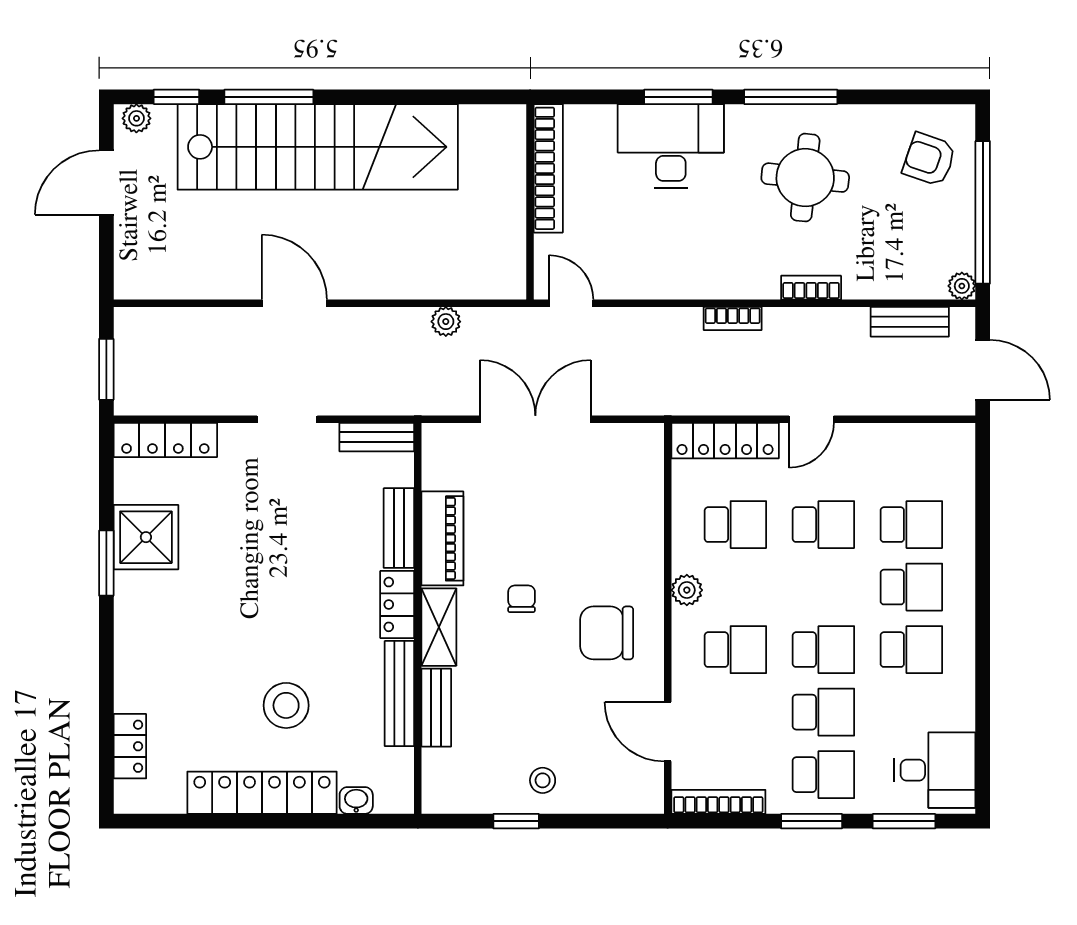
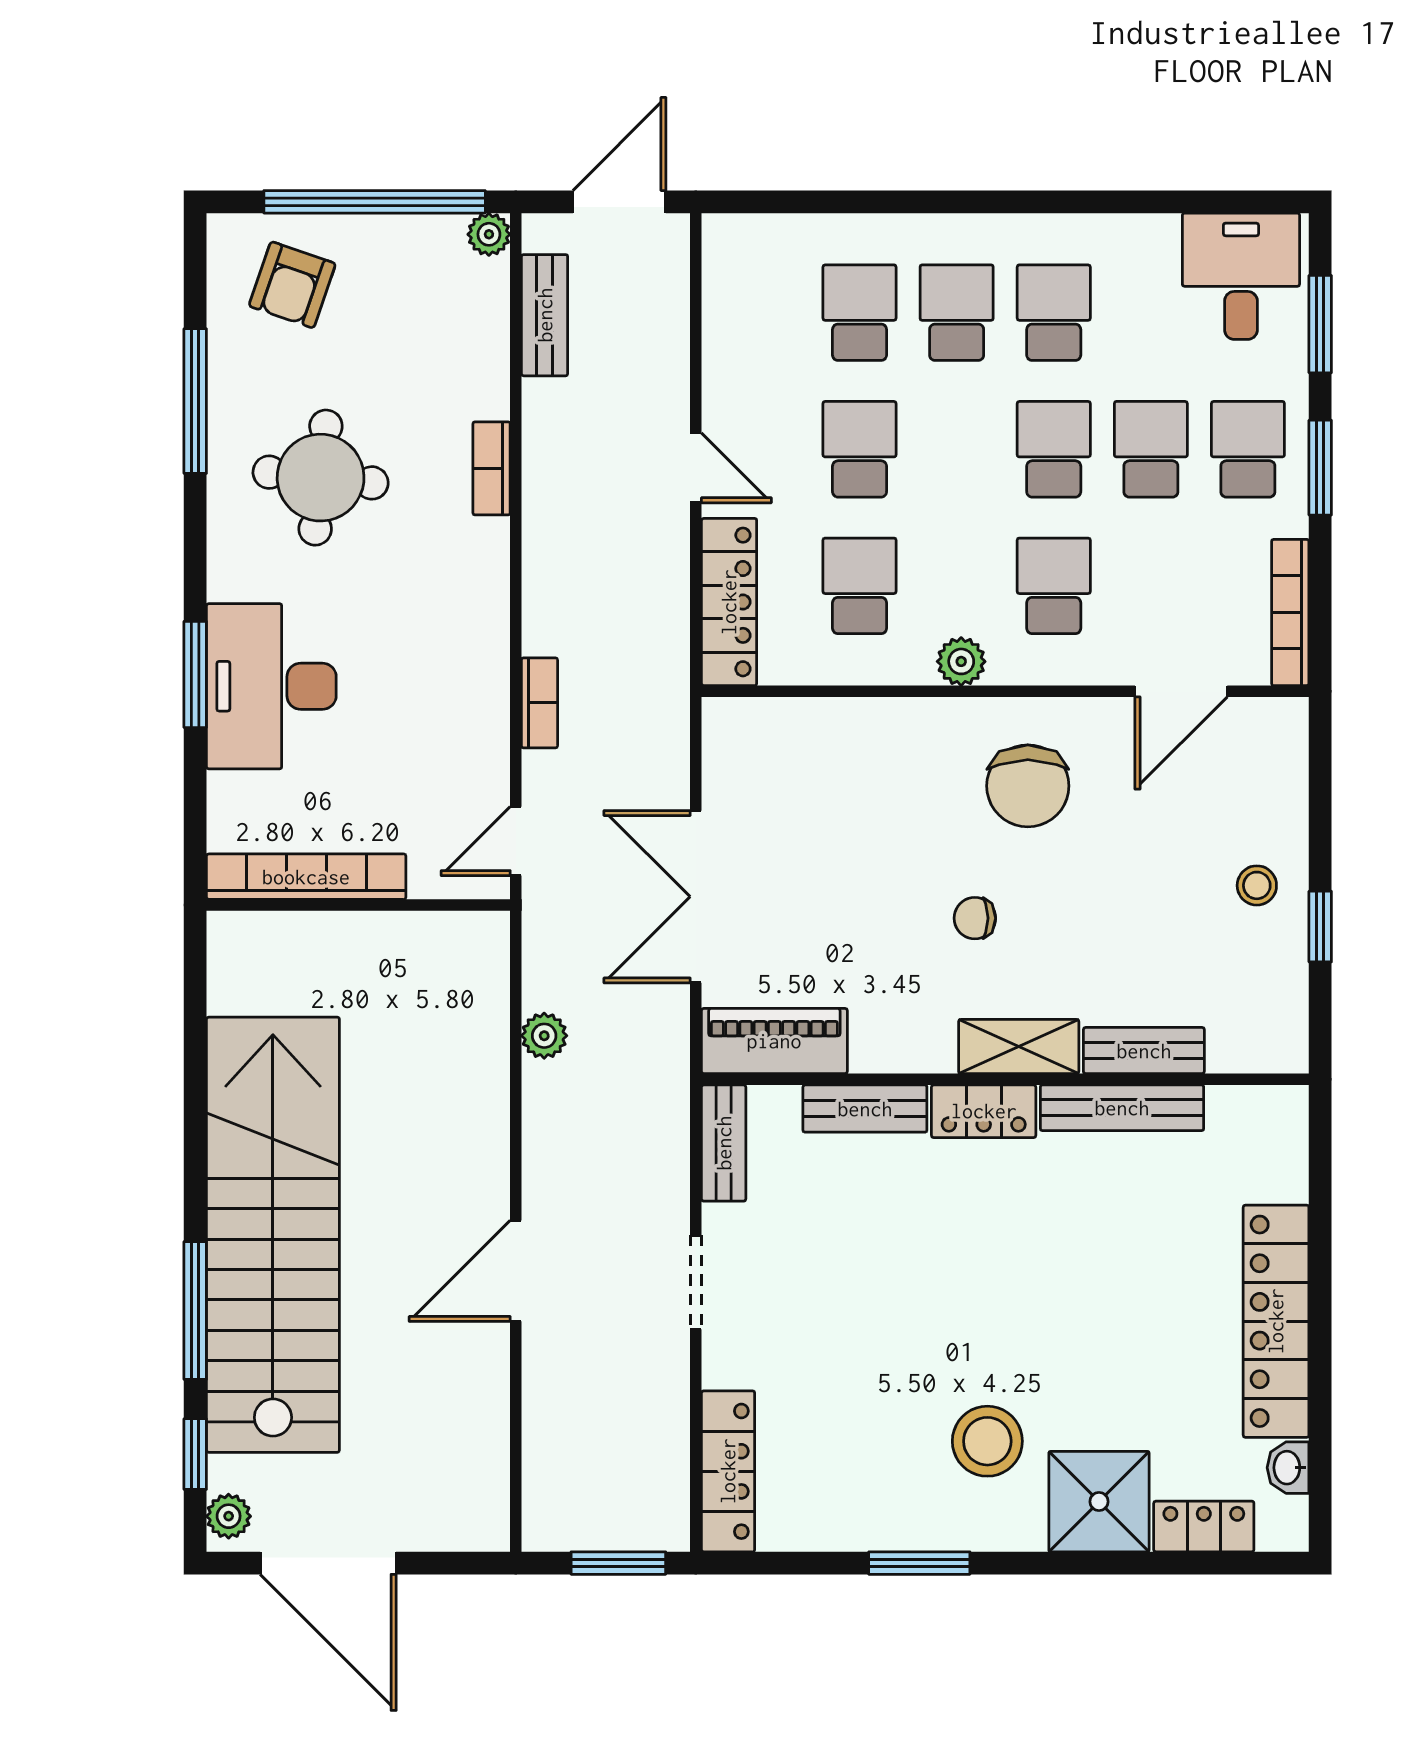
window: (791, 97) -> (195, 401), moved
door: (106, 182) -> (328, 1563), width x1.36
bookcase: (733, 318) -> (539, 703), moved
shower: (146, 537) -> (1099, 1502), moved
piano: (442, 538) -> (774, 1041), moved
stool: (286, 705) -> (987, 1441), moved
washbasin: (356, 800) -> (1288, 1468), moved

